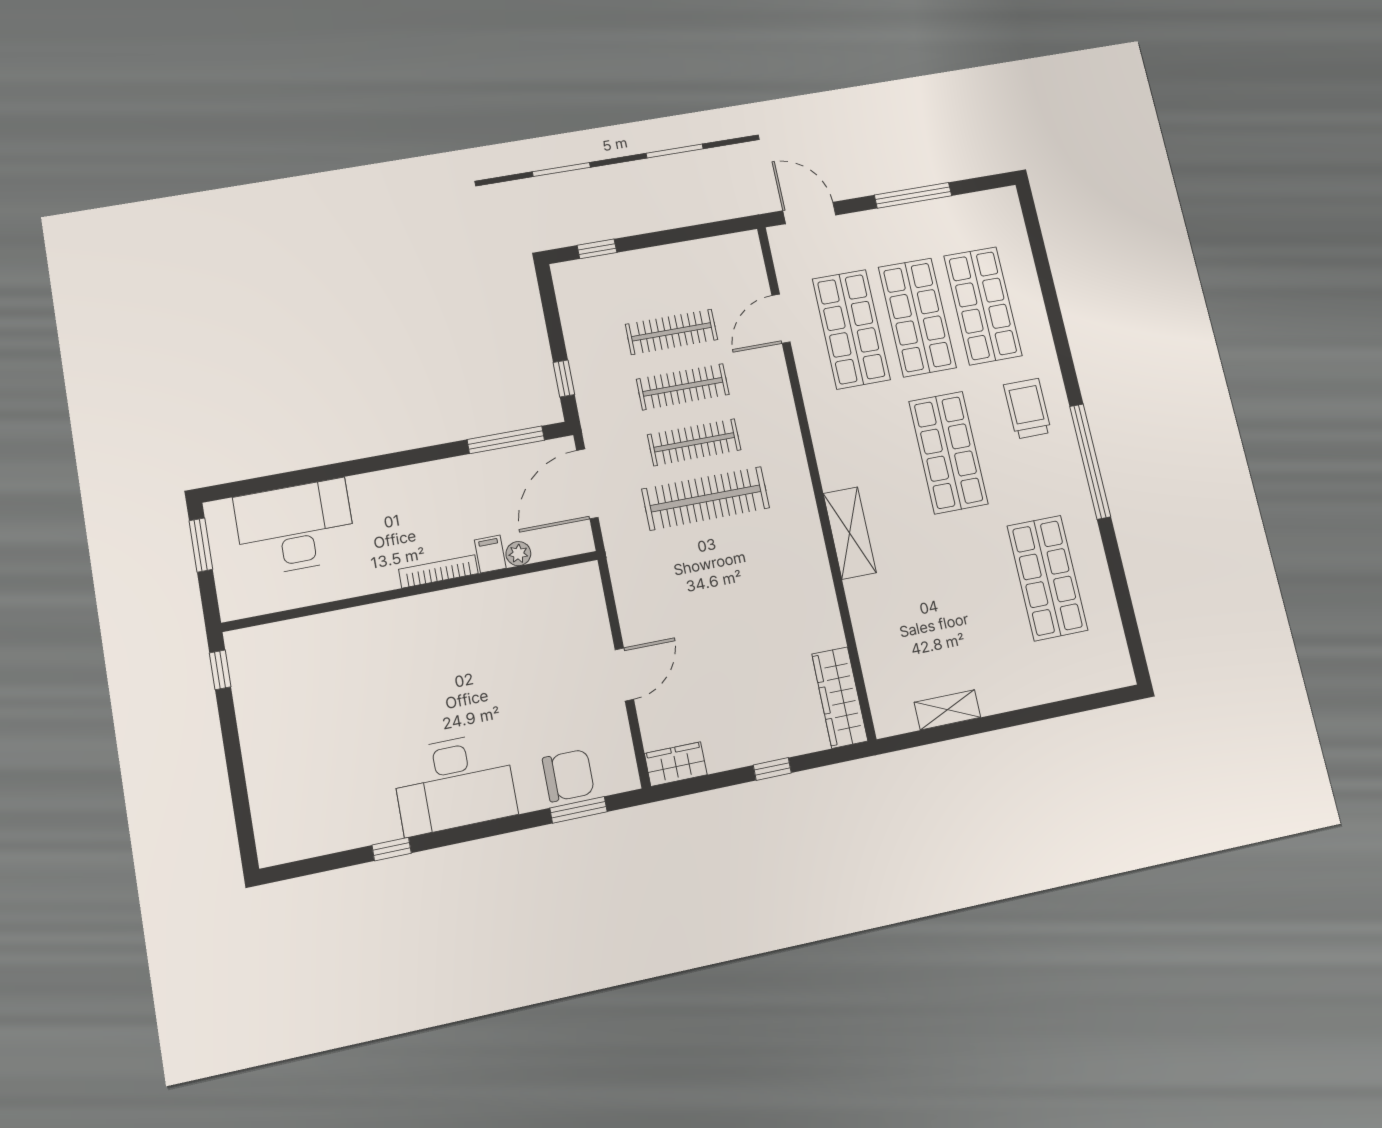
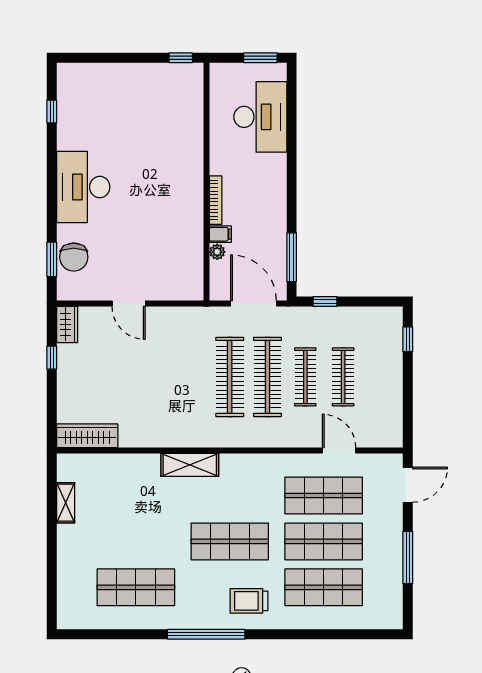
trolley: (1027, 409) -> (249, 601), turned 180
clothes rail: (694, 442) -> (268, 377), width x1.37, depth x1.31
window: (772, 769) -> (52, 358), moved
window: (392, 849) -> (52, 112), moved

